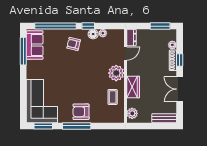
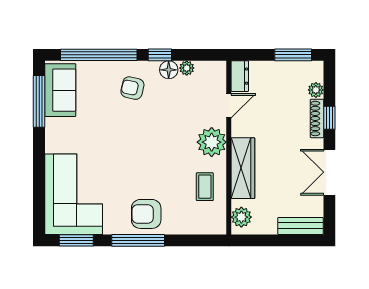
wardrobe: (133, 87) -> (243, 168), width x1.50

